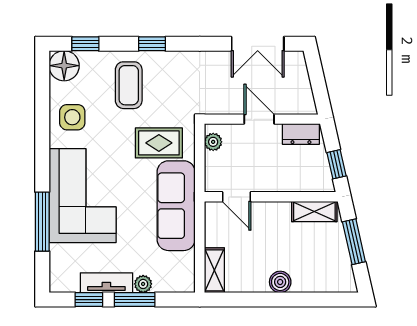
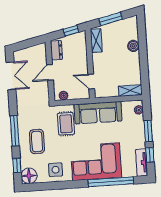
window: (152, 44) -> (15, 131), width x2.17
coffee table: (129, 85) -> (37, 141), turned 90
door: (236, 197) -> (91, 82), swing flipped
window: (42, 222) -> (111, 182), width x1.46
boiler: (280, 282) -> (133, 46), moved
tv unit: (106, 283) -> (142, 163), moved
plant: (143, 284) -> (139, 110), moved

